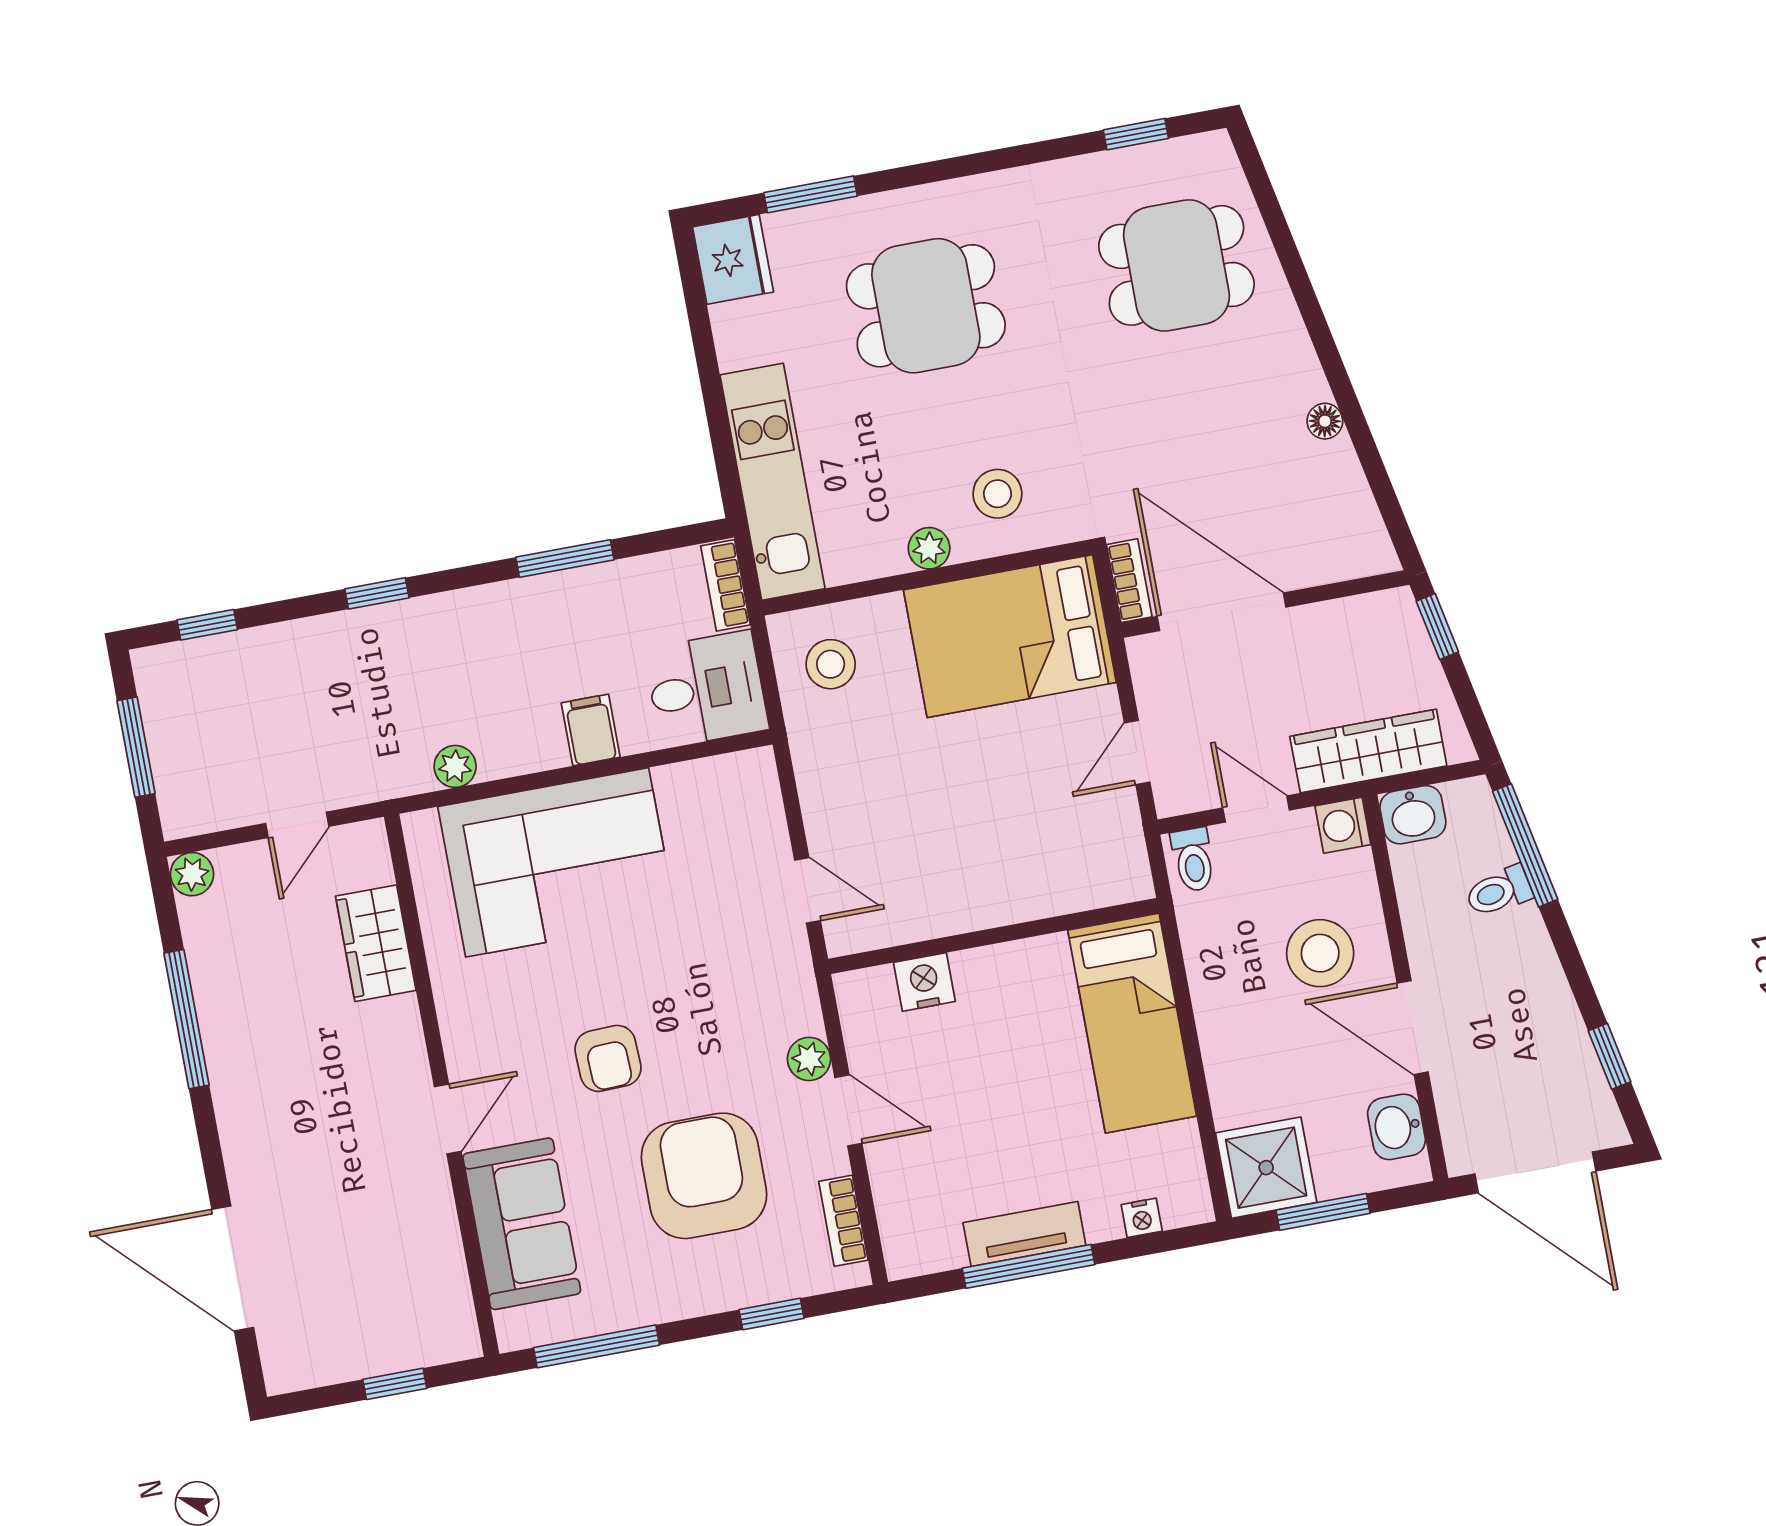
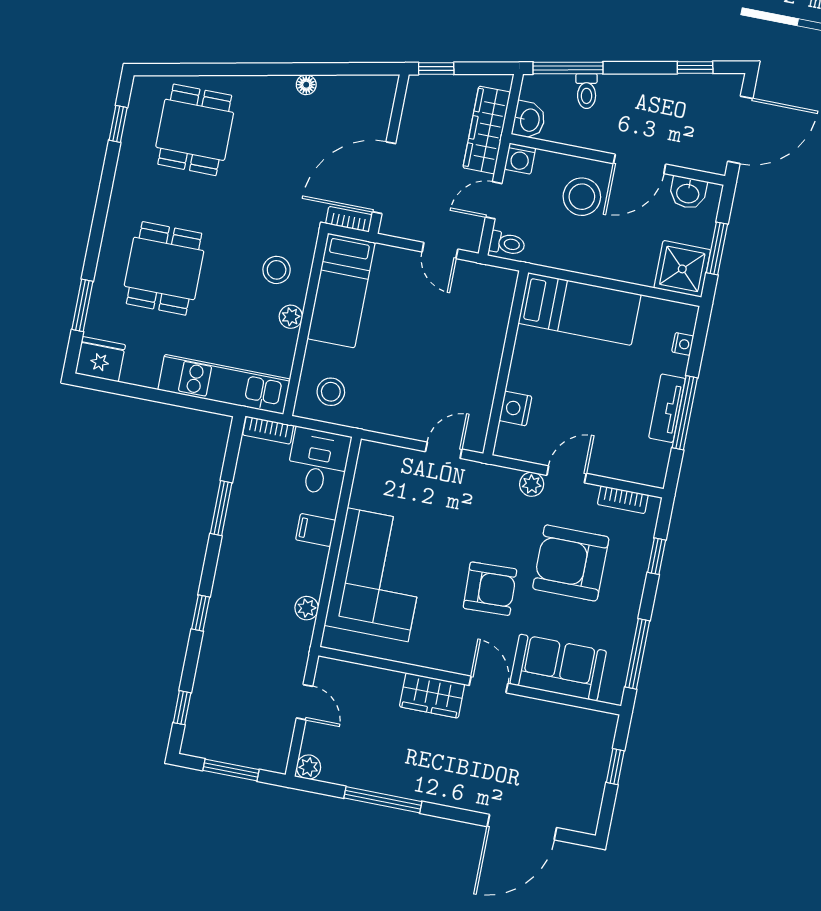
bed: (1010, 636) -> (341, 290), width x0.67
wardrobe: (376, 943) -> (432, 695), moved
armchair: (608, 1058) -> (490, 589), width x1.38, depth x1.38

